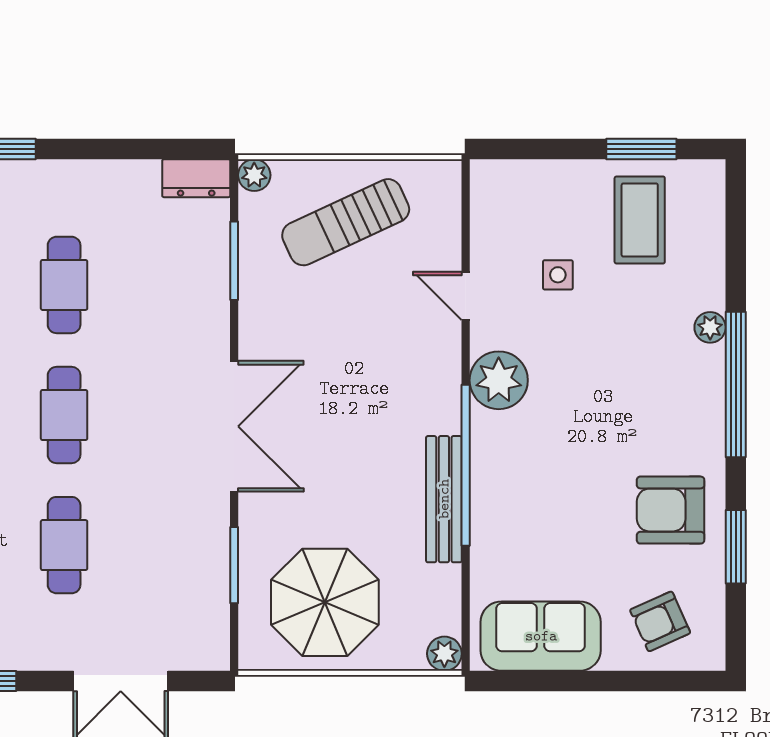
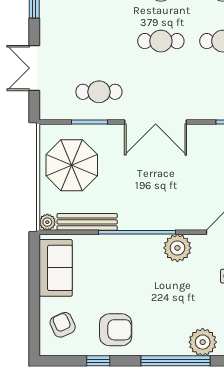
plant: (710, 327) -> (203, 342), width x1.88, depth x1.88
bench: (444, 499) -> (87, 222), moved
armchair: (671, 510) -> (116, 330), turned 90
cafe table: (64, 545) -> (99, 92), moved
window: (736, 547) -> (98, 361), width x0.67

